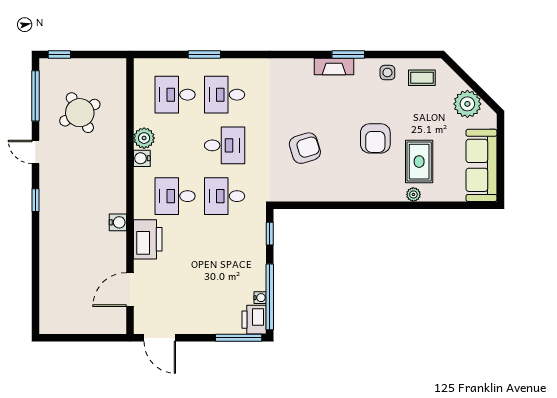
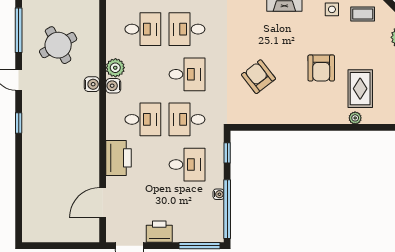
desk: (175, 95) -> (143, 29), turned 180
armchair: (305, 148) -> (258, 77), turned -111
desk: (175, 196) -> (143, 119), turned 180
water cooler: (118, 222) -> (92, 84), moved
desk: (225, 247) -> (187, 165), added
water cooler: (260, 298) -> (219, 194), moved
printer: (254, 320) -> (159, 232), moved, turned 90

